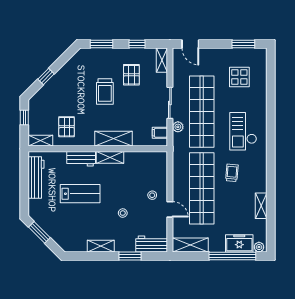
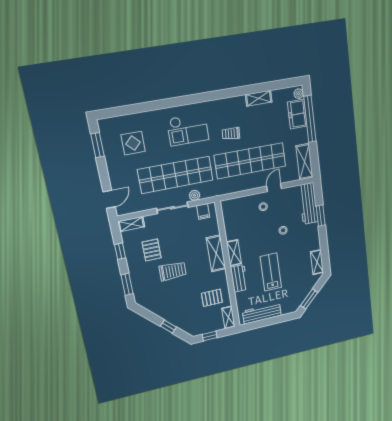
pallet: (131, 75) -> (152, 250), turned 90
workbench: (152, 244) -> (308, 204), width x1.37
shelving: (101, 246) -> (317, 262), moved

